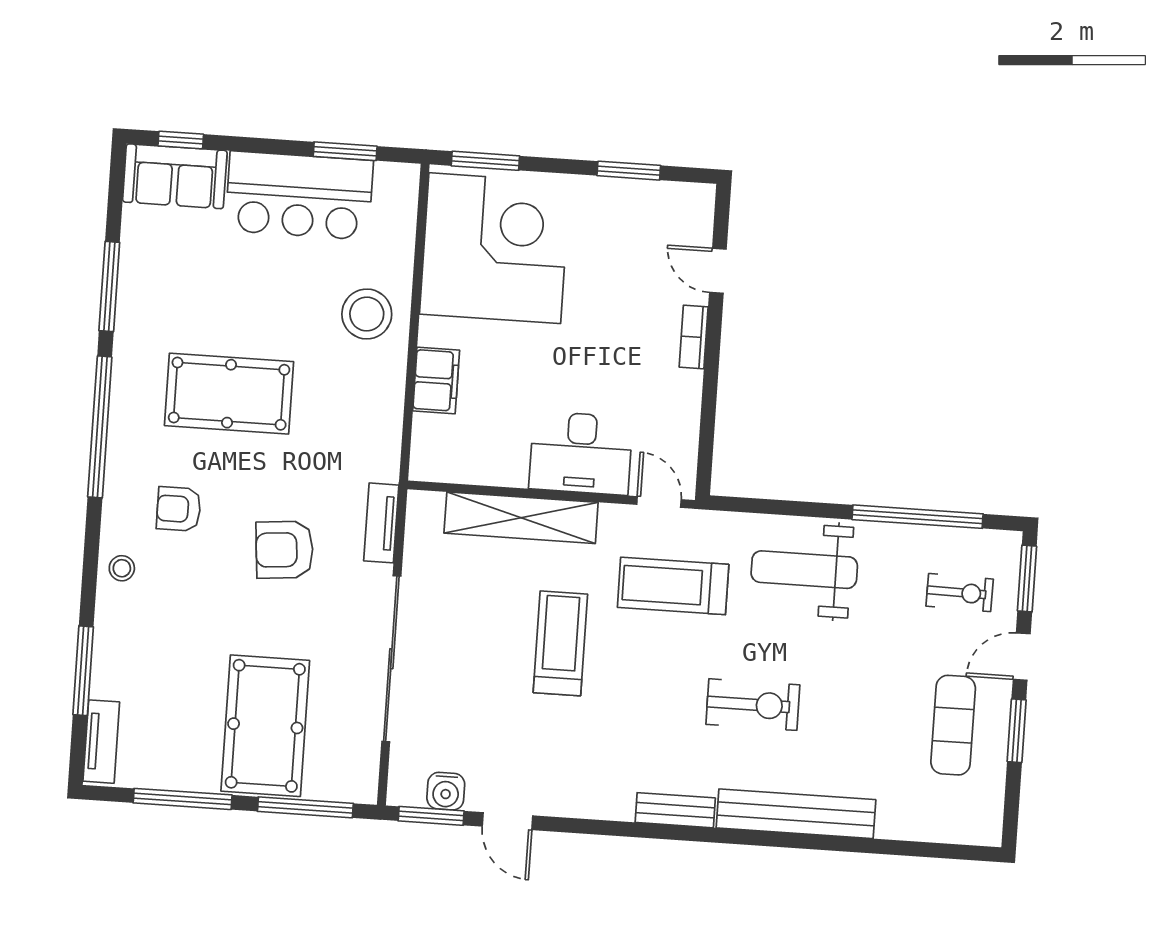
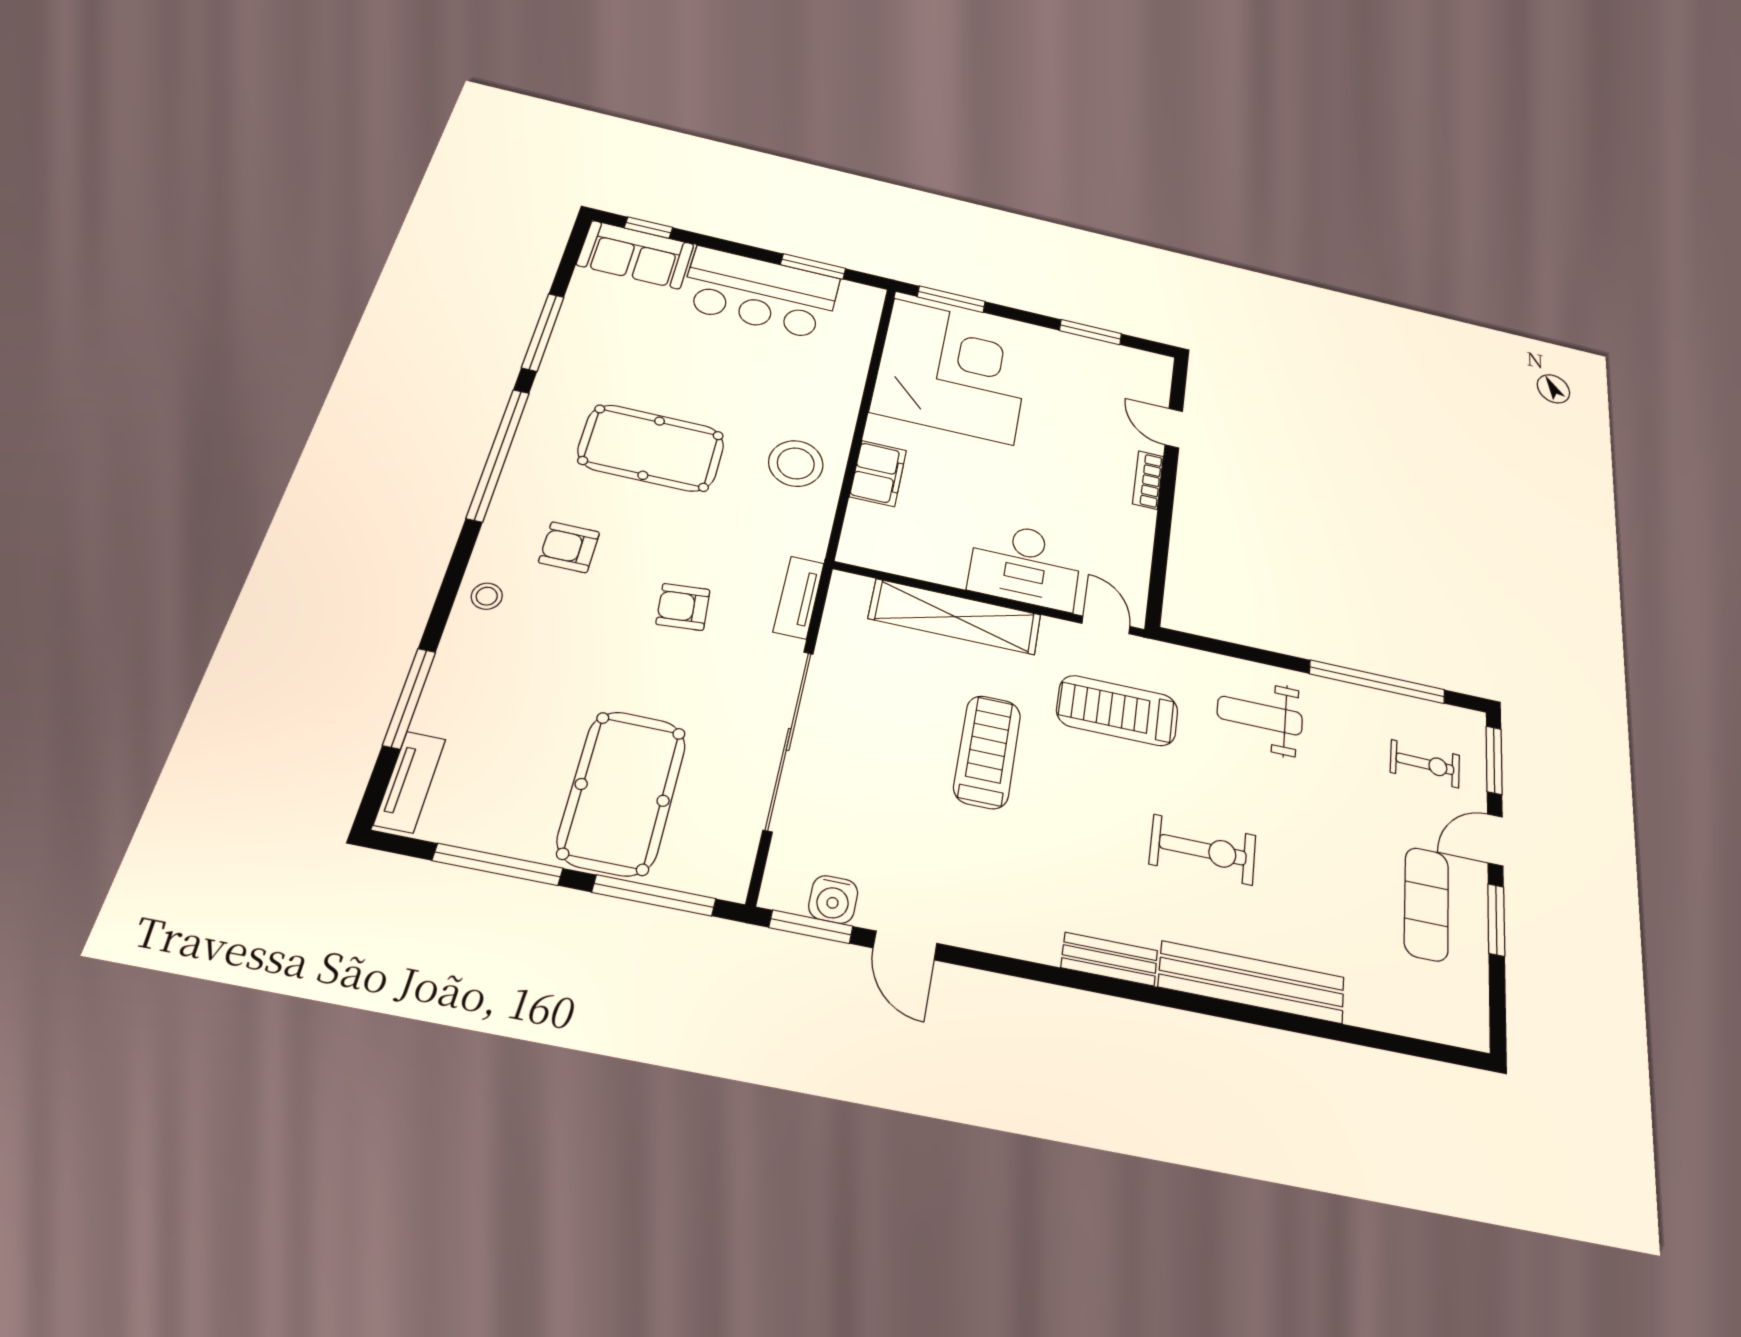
stool: (367, 314) -> (796, 463), moved
armchair: (284, 550) -> (683, 607), width x0.72, depth x0.72
weight bench: (804, 570) -> (1260, 716), width x0.73, depth x0.75

